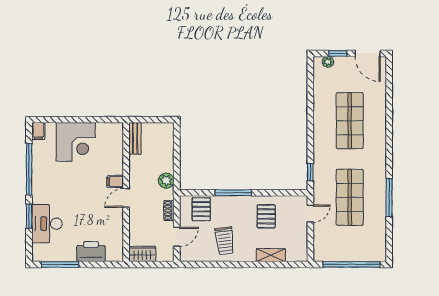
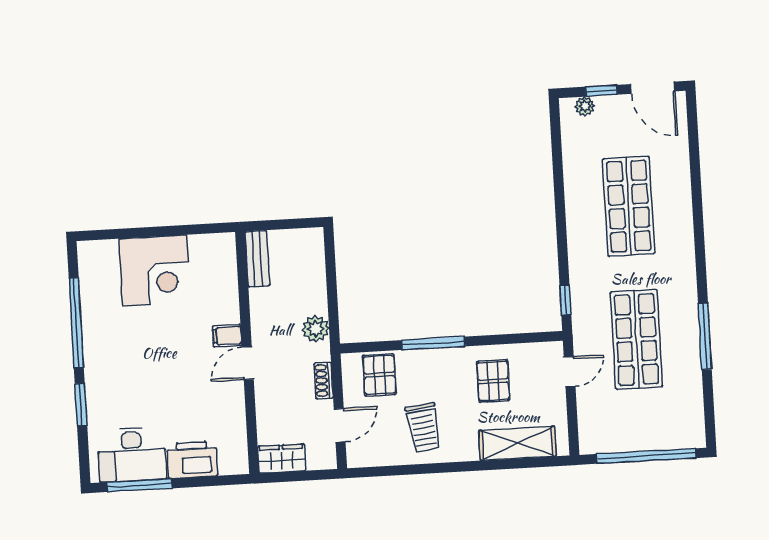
filing cabinet: (38, 131) -> (89, 256), removed
desk: (47, 224) -> (132, 454), moved, turned -90
shelving: (271, 255) -> (517, 443), width x1.50, depth x1.33

